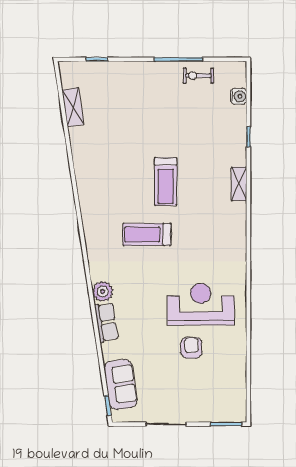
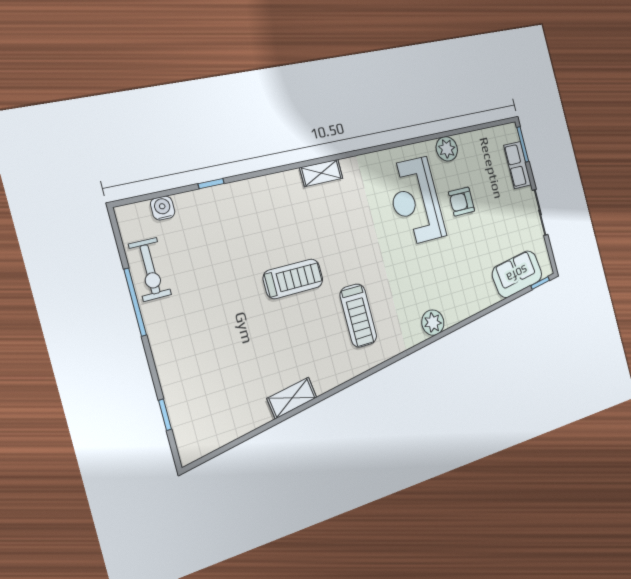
exercise bike: (198, 76) -> (150, 269), width x1.38, depth x1.39
shelving: (73, 107) -> (292, 398), moved
shelving: (239, 184) -> (321, 173), moved
treadmill: (147, 234) -> (358, 316), moved
row of seats: (106, 322) -> (518, 165), moved, turned -81
plant: (236, 347) -> (447, 149), added

